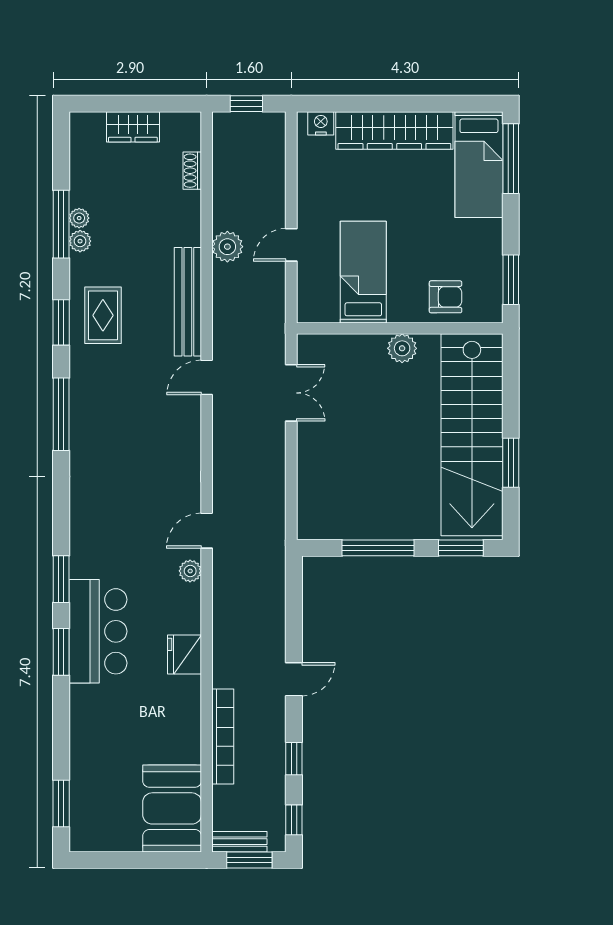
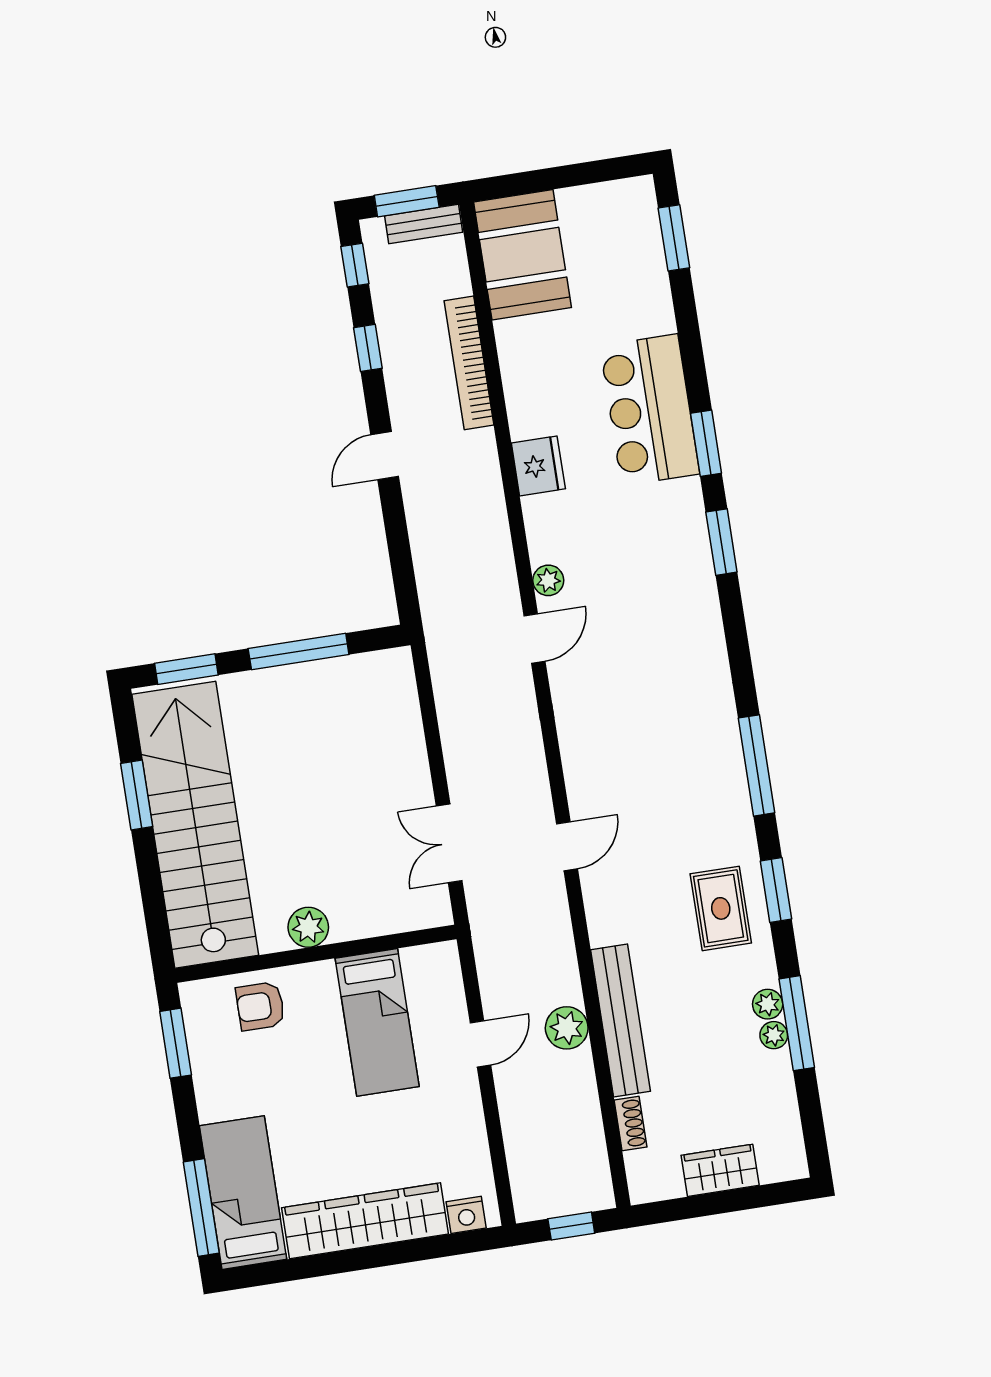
bench: (188, 302) -> (620, 1020), moved
bar counter: (98, 631) -> (650, 410), moved

